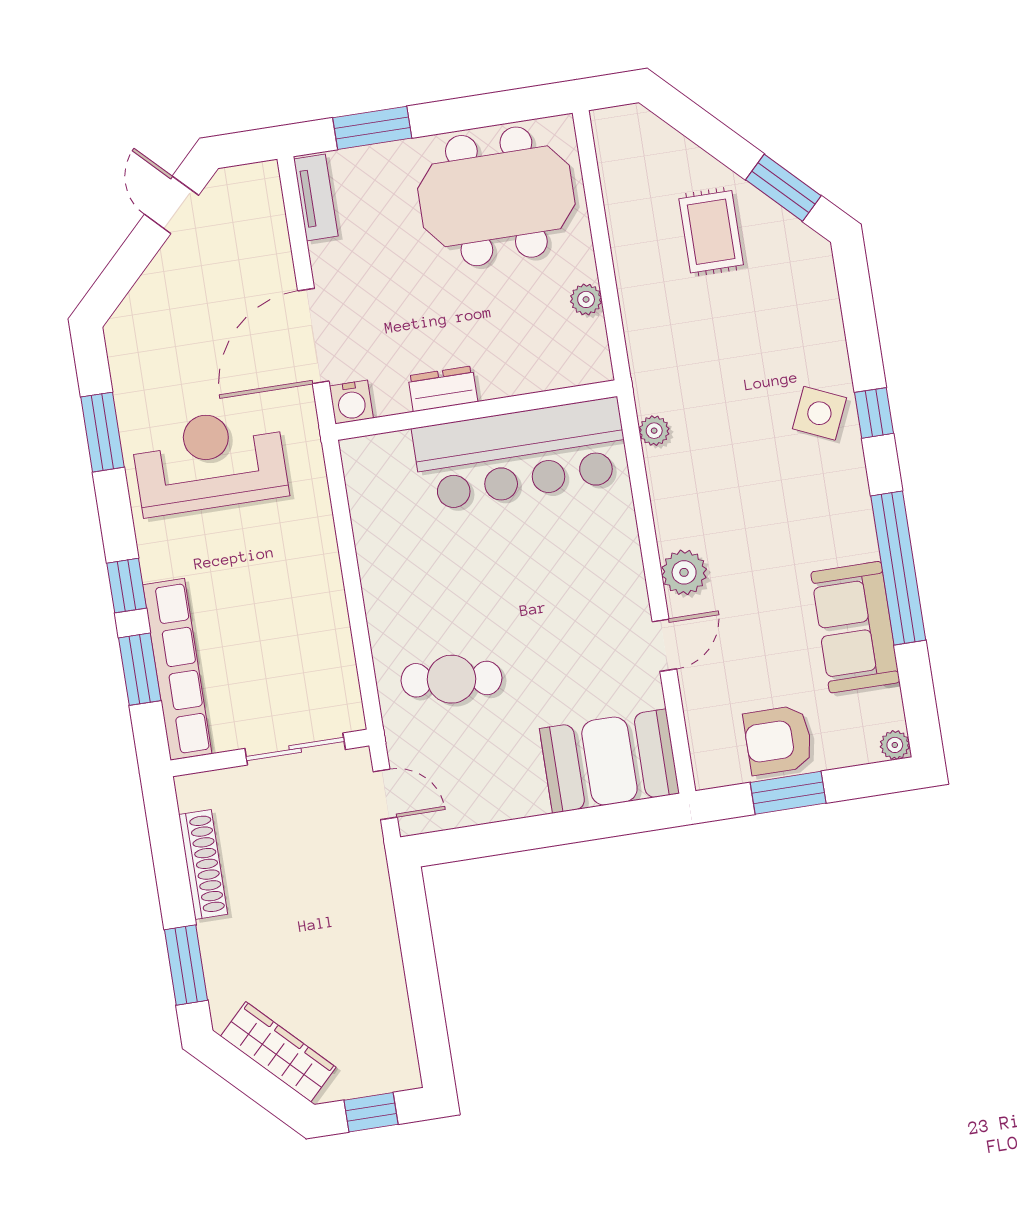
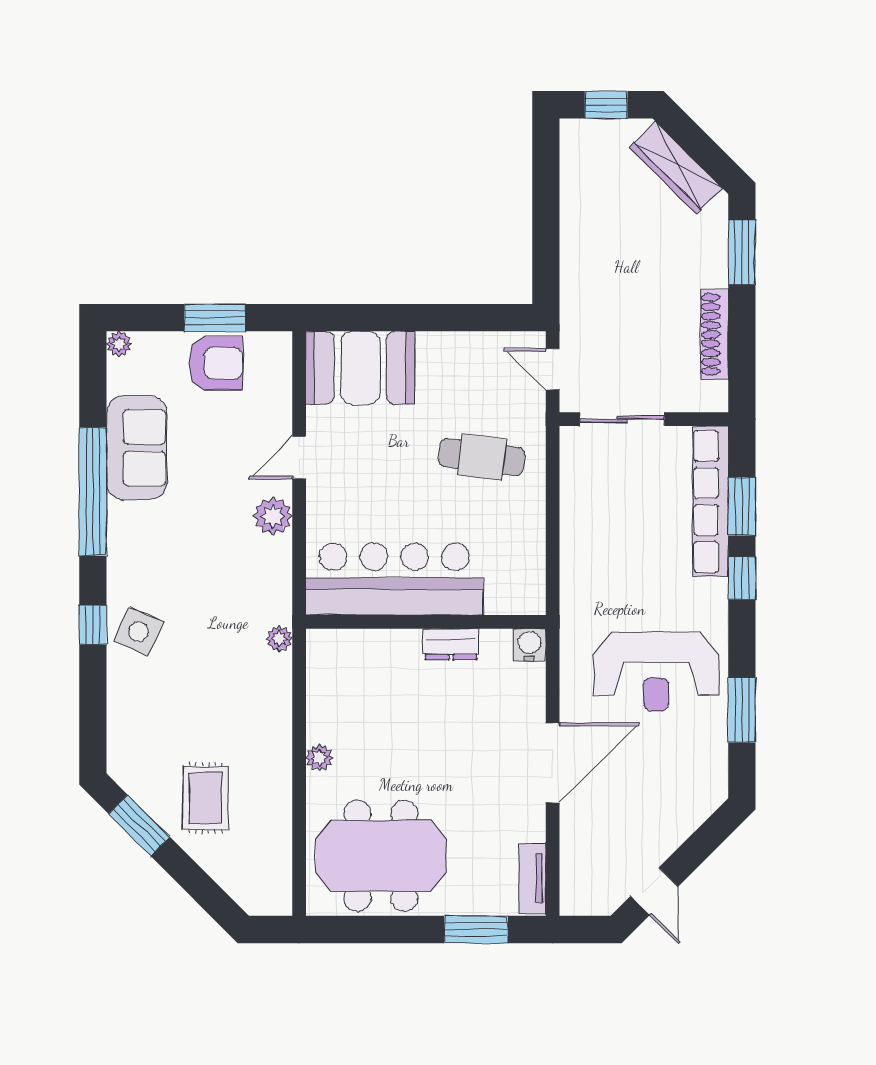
dresser: (443, 389) -> (451, 644), moved
water cooler: (351, 402) -> (529, 645), moved
wall: (476, 410) -> (426, 622), moved
bar counter: (521, 454) -> (394, 579), moved

